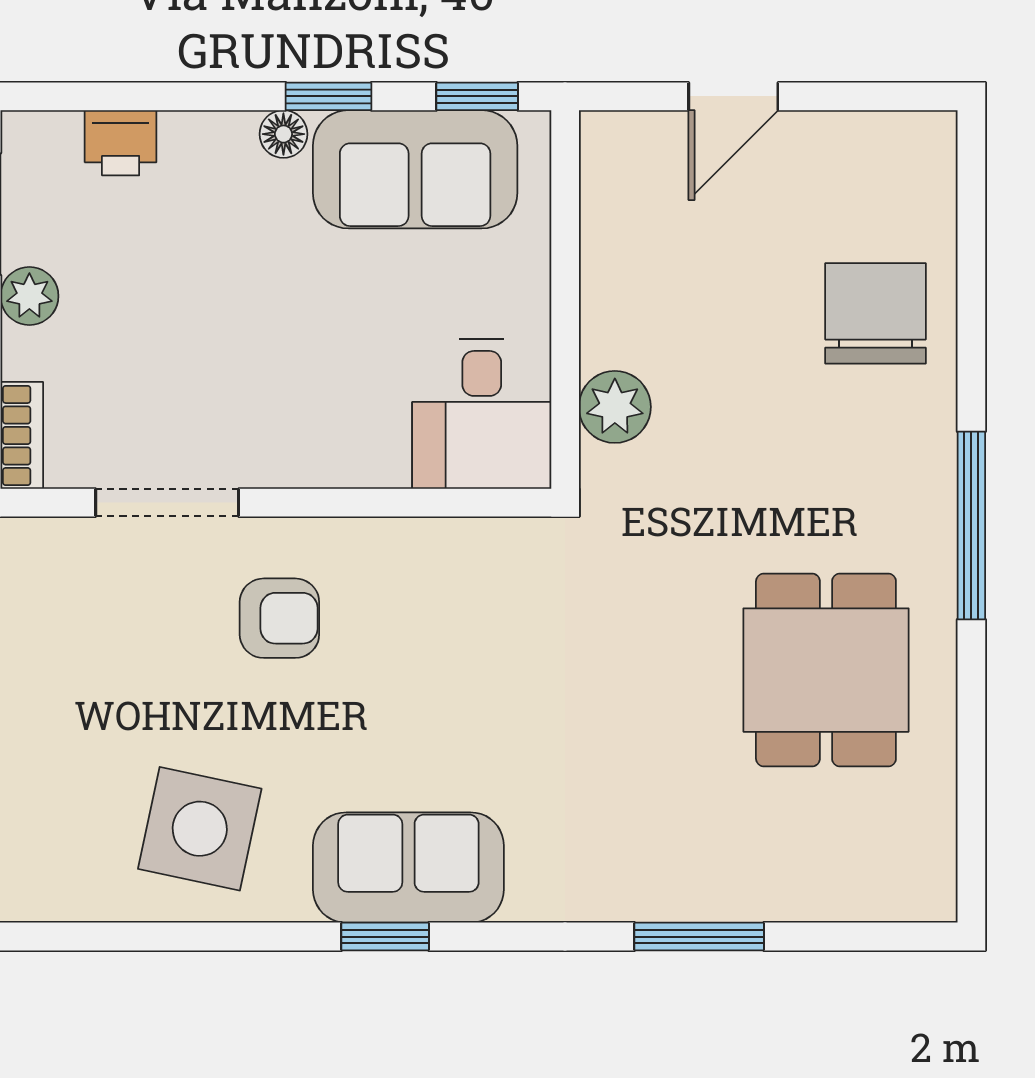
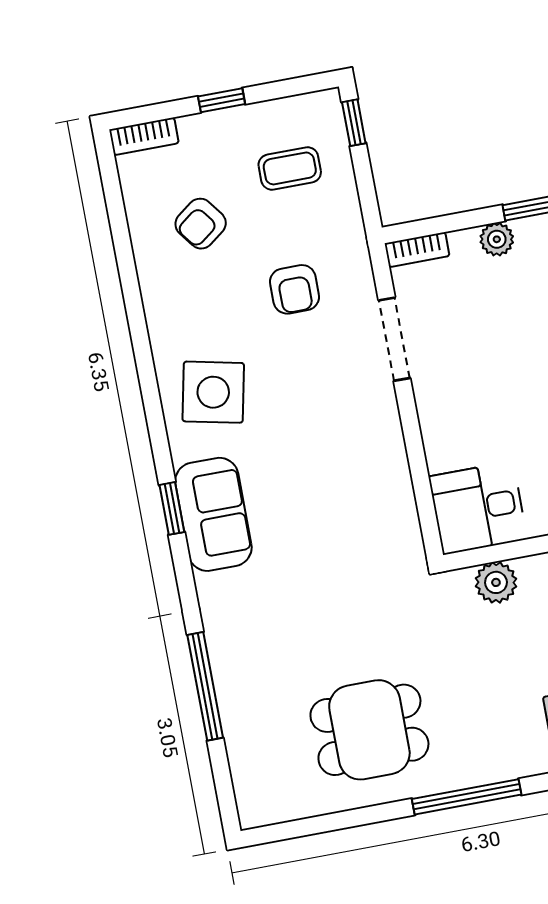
armchair: (279, 618) -> (295, 289), moved
window: (699, 937) -> (205, 686), width x1.44

